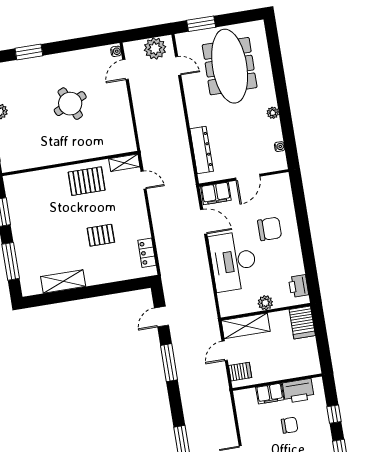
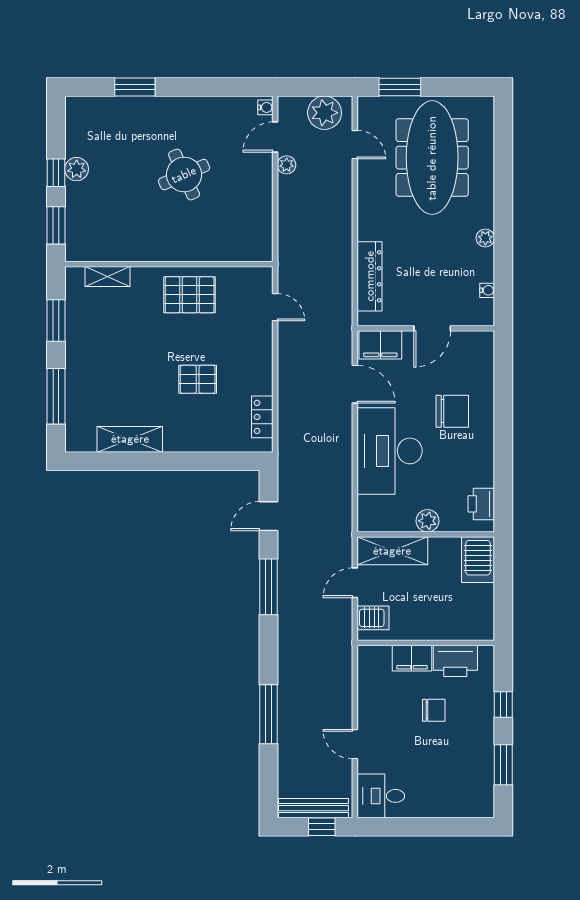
plant: (136, 86) -> (287, 165), added
shelving: (124, 163) -> (108, 276), moved

